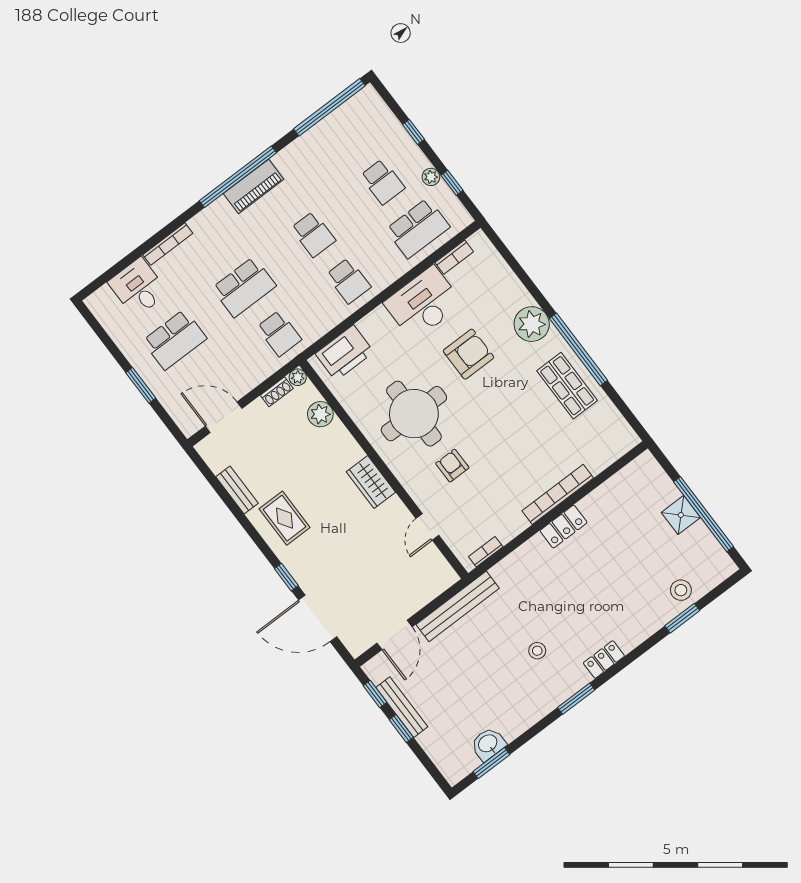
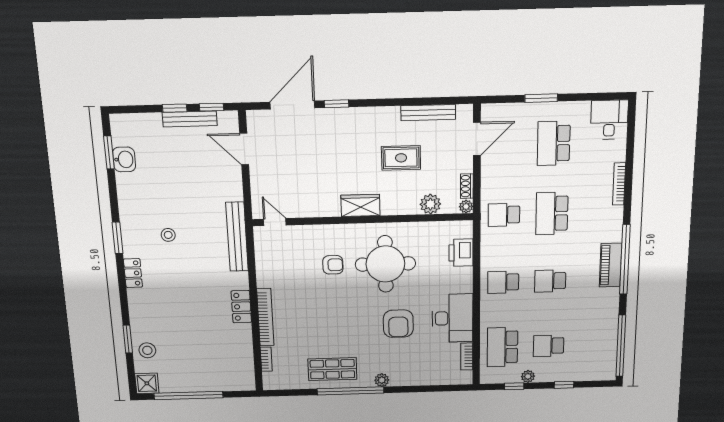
desk: (138, 288) -> (609, 120), moved, turned -90
plant: (532, 324) -> (382, 380), width x0.53, depth x0.53
printer: (345, 353) -> (461, 253), width x0.73, depth x0.84
bench: (237, 490) -> (428, 113), width x1.36
shower: (681, 515) -> (147, 383), moved
rug: (285, 518) -> (401, 158), moved
door: (427, 527) -> (275, 222), moved
bookcase: (486, 552) -> (266, 359), moved
bench: (458, 606) -> (237, 237), moved

